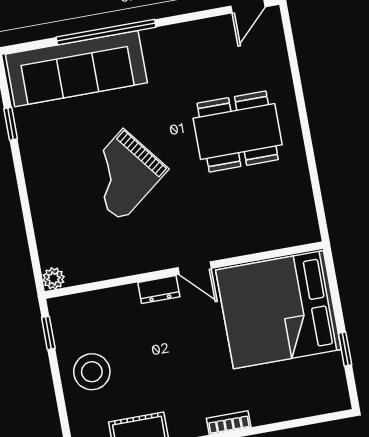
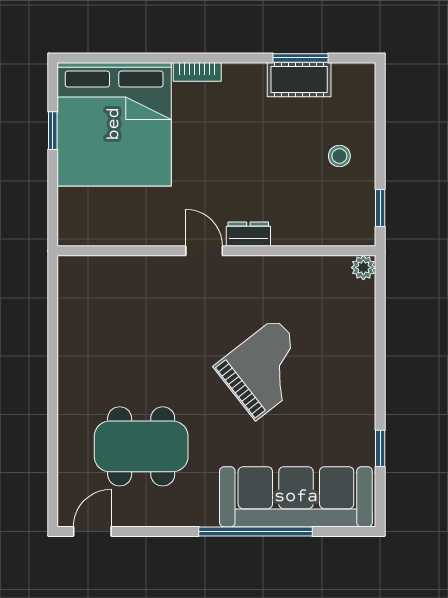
dining table: (238, 131) -> (141, 446), moved
bed: (278, 310) -> (114, 124), moved, turned 90
stool: (92, 372) -> (339, 156), width x0.53, depth x0.53

